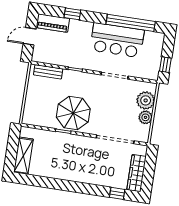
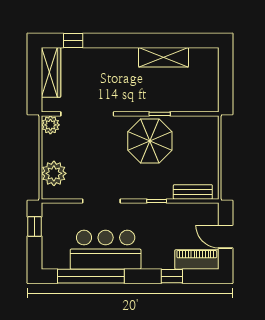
door: (30, 36) -> (226, 237), swing flipped
plant: (145, 117) -> (50, 125), moved
shelving: (23, 156) -> (163, 57), moved, turned 90

